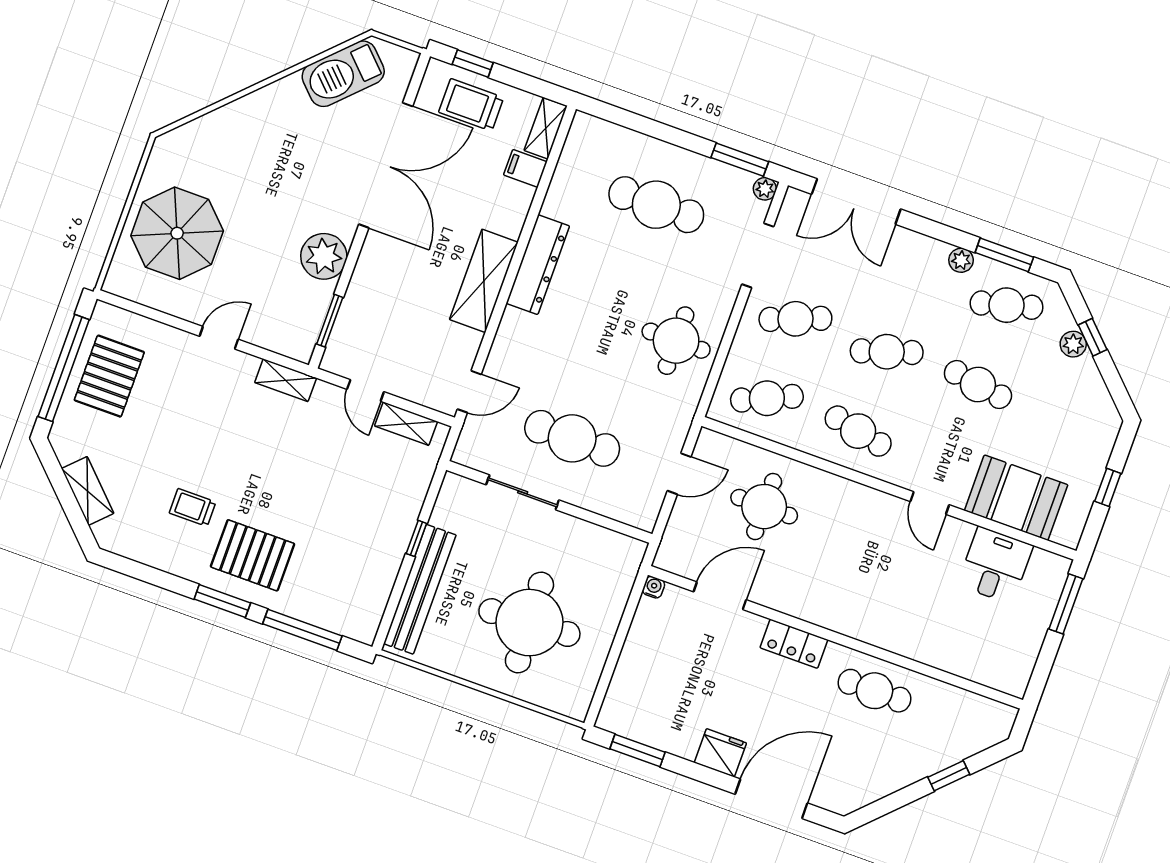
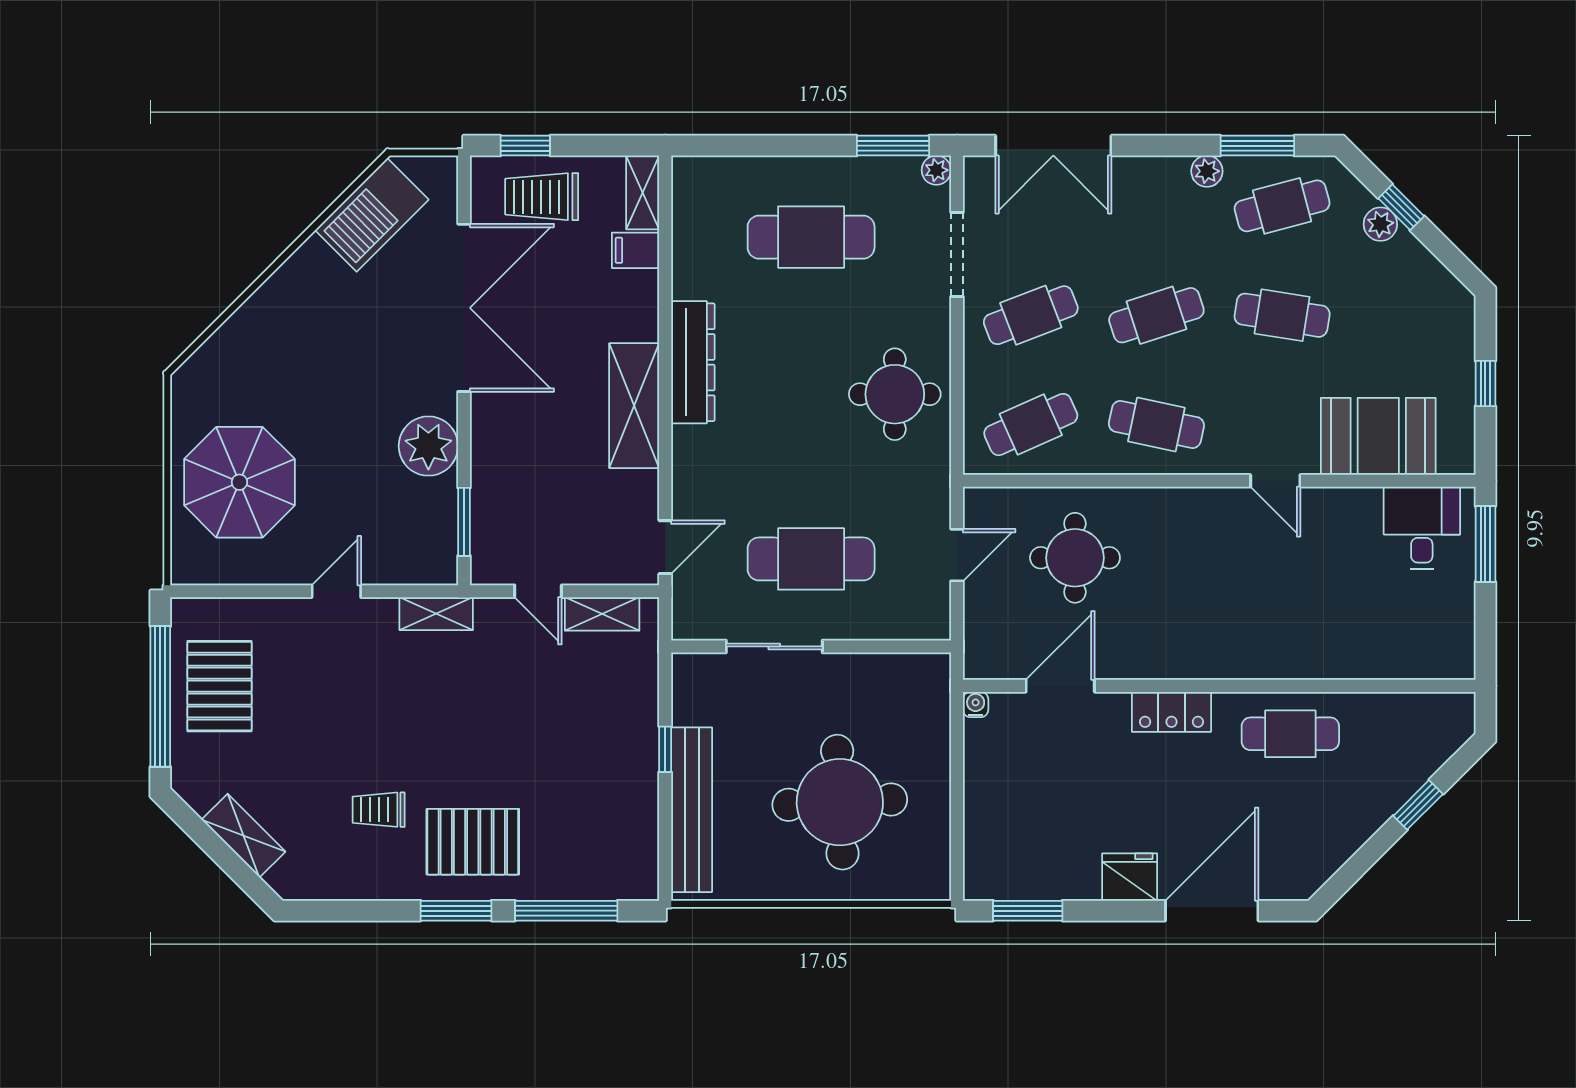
desk: (995, 565) -> (1422, 528), moved

